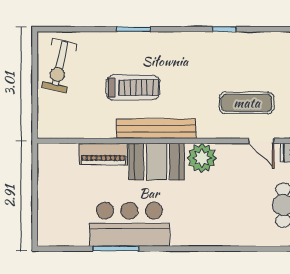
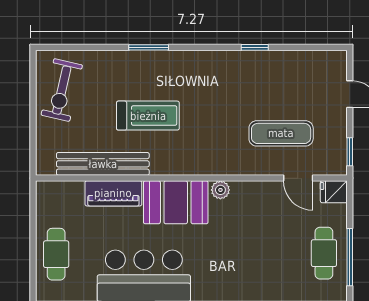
bench: (156, 129) -> (103, 164), moved
plant: (202, 158) -> (220, 190), width x0.53, depth x0.53
cafe table: (55, 206) -> (56, 254), added

